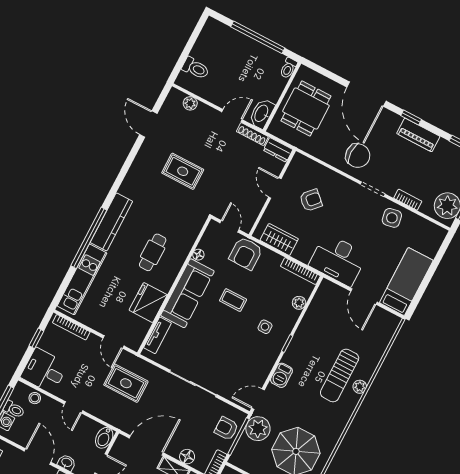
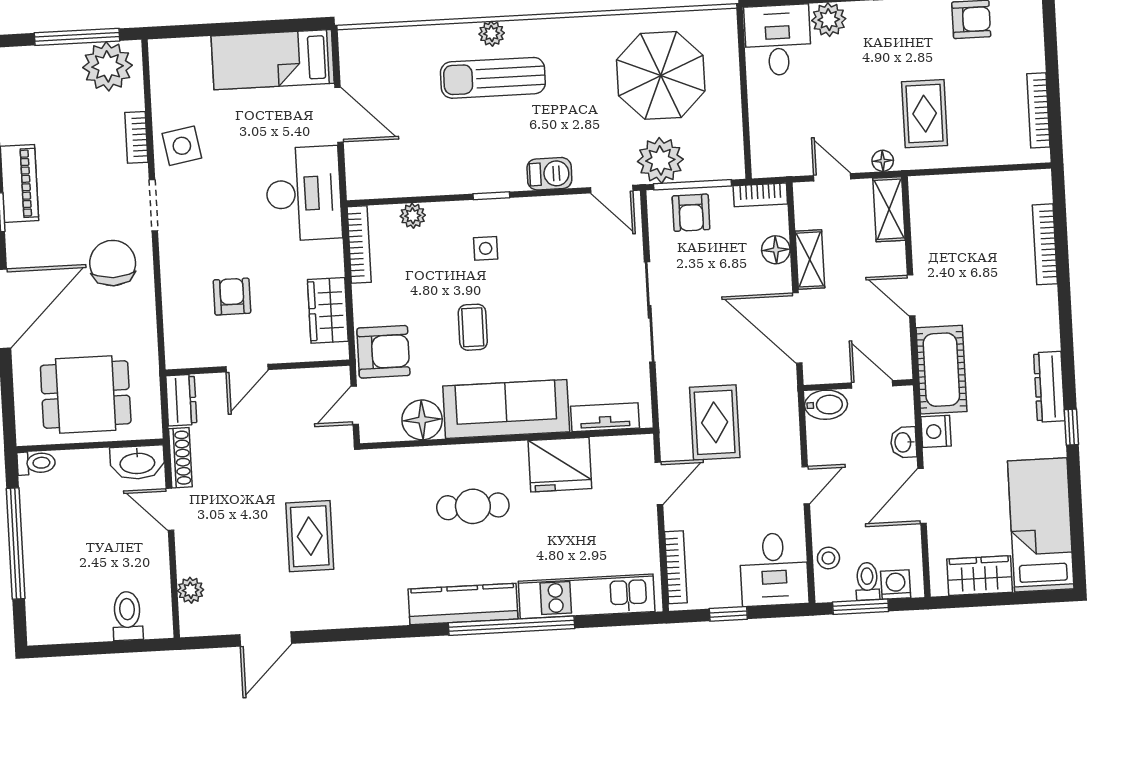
armchair: (311, 200) -> (232, 297), turned 47
floor lamp: (198, 255) -> (422, 420), width x1.89, depth x1.89
door: (364, 297) -> (339, 115), hinge flipped
sun lounger: (340, 375) -> (493, 78), turned 180

